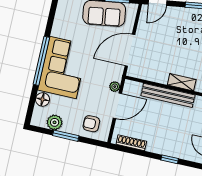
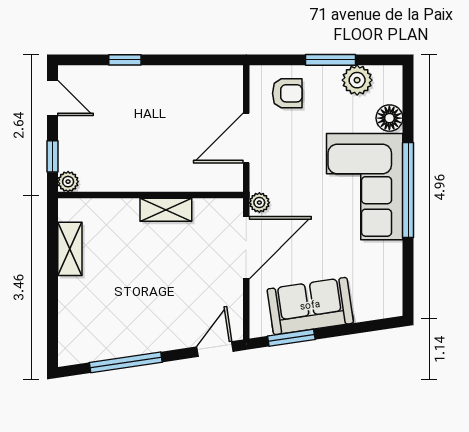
shelving: (182, 82) -> (166, 210), moved
plant: (115, 87) -> (259, 203), moved
bench: (168, 95) -> (156, 179), removed
shoe rack: (131, 143) -> (204, 75), removed

